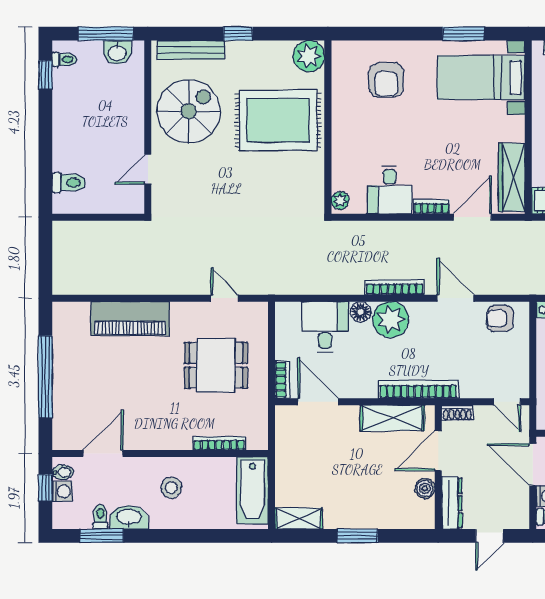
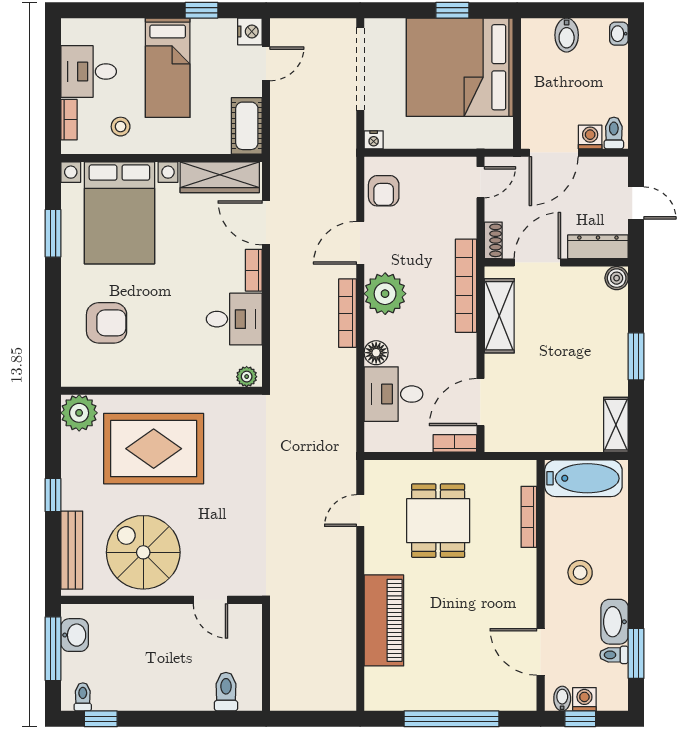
bed with nightstands: (481, 78) -> (119, 213), width x1.36
rug: (278, 120) -> (154, 449), turned 90
plant: (391, 320) -> (385, 294), moved
door: (438, 451) -> (537, 263), swing flipped
boiler: (425, 488) -> (617, 278), moved

